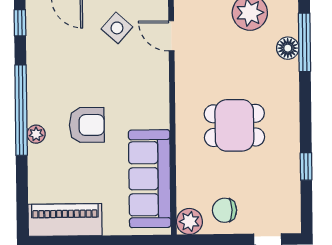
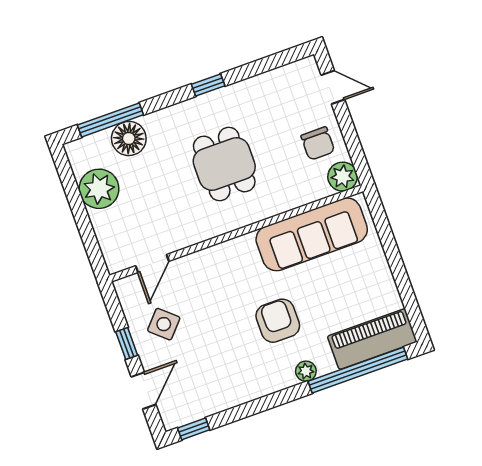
floor lamp: (288, 48) -> (129, 138), width x1.38, depth x1.38
window: (21, 110) -> (358, 370), moved
window: (306, 166) -> (208, 85), moved
piano: (65, 220) -> (372, 339), moved, turned 90

